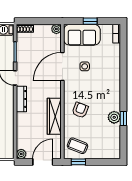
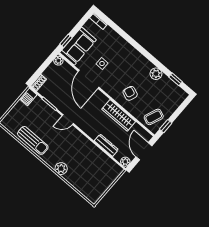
window: (90, 21) -> (66, 41), moved
dresser: (21, 99) -> (106, 145), moved
window: (123, 119) -> (176, 79), moved

